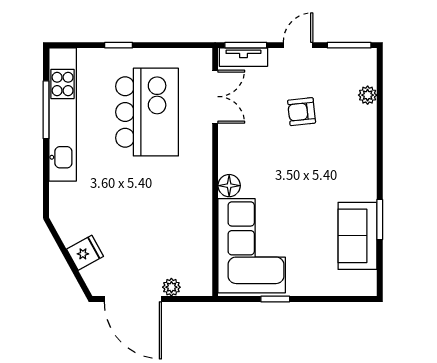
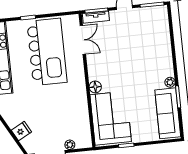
plant: (368, 95) -> (170, 82), moved
kitchen island: (147, 112) -> (47, 52), width x1.37
armchair: (302, 112) -> (130, 43), removed
sofa: (357, 236) -> (168, 113), width x1.36

